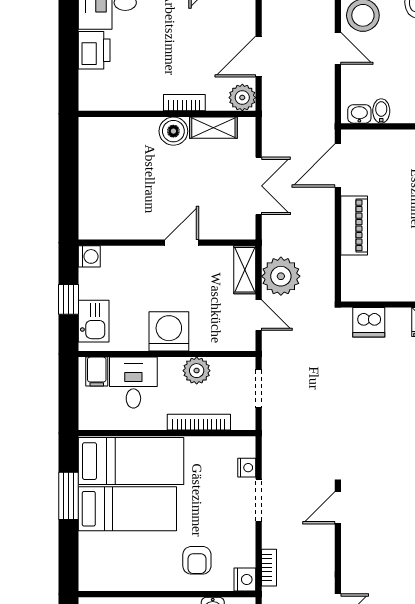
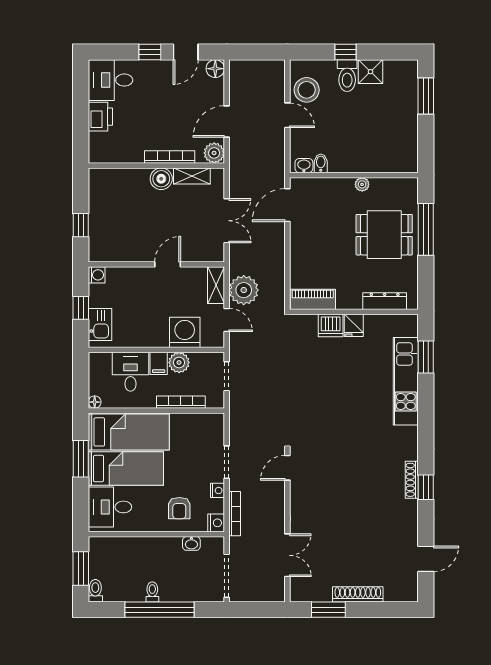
bookcase: (184, 103) -> (170, 157), width x1.56
window: (69, 191) -> (81, 225), added
piano: (354, 225) -> (313, 299), moved, turned -90
dishwasher: (369, 322) -> (331, 325), moved
washing machine: (169, 331) -> (185, 332), moved
filing cabinet: (97, 372) -> (159, 363), moved
floor lamp: (87, 422) -> (95, 402), added
nightstand: (247, 468) -> (218, 490), moved
desk: (107, 559) -> (110, 507), added
bookcase: (269, 568) -> (235, 514), width x1.56

